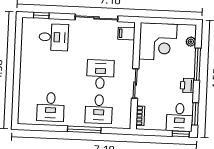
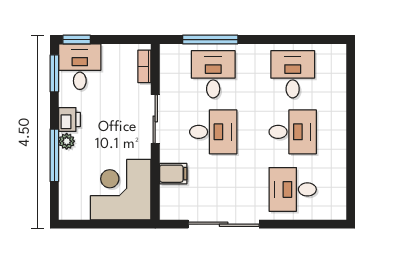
window: (41, 15) -> (315, 224), removed
filing cabinet: (126, 34) -> (173, 174), moved
plant: (191, 42) -> (67, 141), moved
desk: (52, 72) -> (293, 132), added
desk: (100, 74) -> (213, 132), turned -90
window: (84, 130) -> (210, 40), moved

